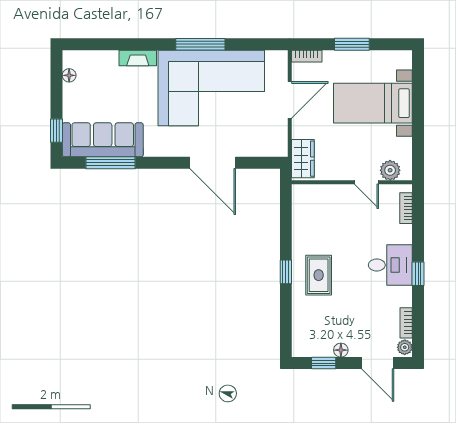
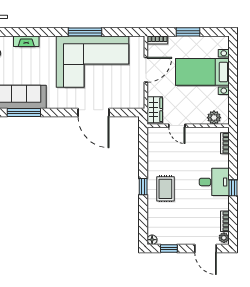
fireplace: (138, 58) -> (26, 41), moved
door: (367, 182) -> (177, 126), moved
floor lamp: (341, 350) -> (152, 240), moved

